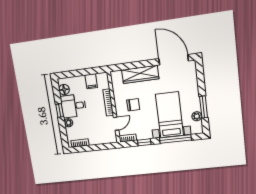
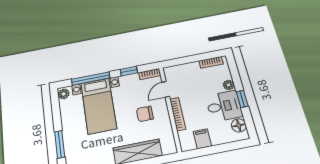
window: (204, 107) -> (60, 144), moved
plant: (197, 116) -> (64, 94), moved

